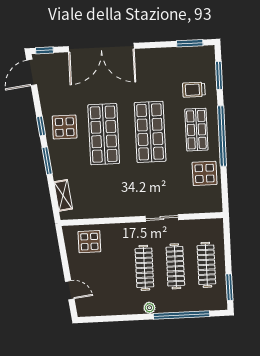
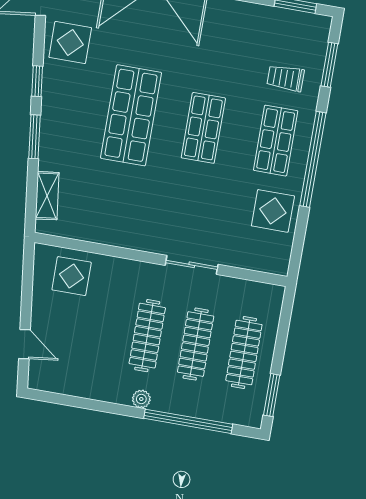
display table: (65, 127) -> (70, 43), moved
shop shelf: (150, 132) -> (203, 128), width x0.70, depth x0.74

